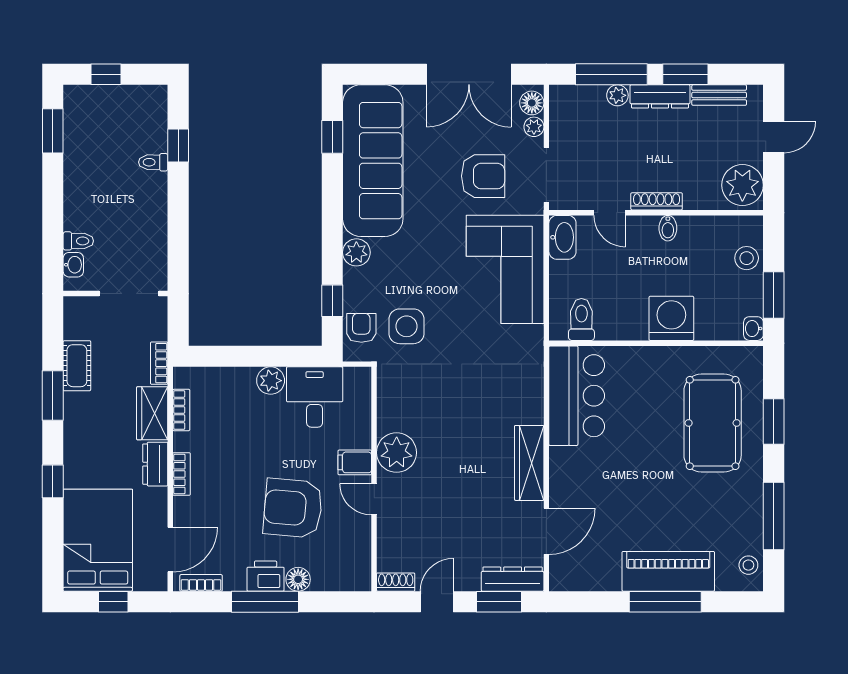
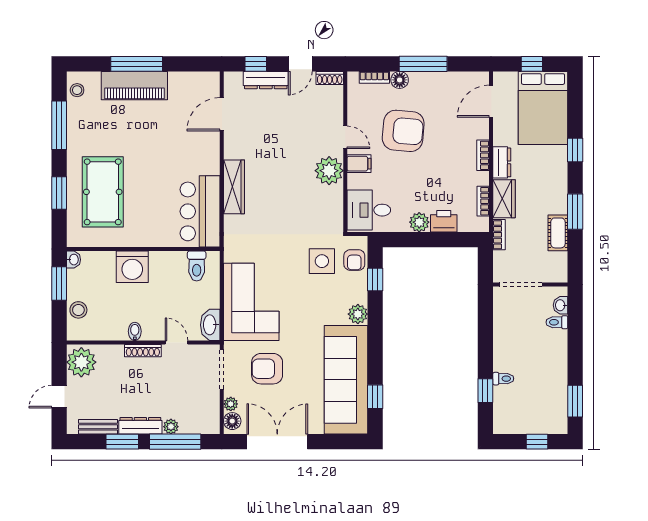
desk: (315, 397) -> (369, 210), moved, turned 90
wardrobe: (529, 463) -> (234, 187), moved
printer: (266, 576) -> (444, 221), moved, turned 180
dresser: (513, 579) -> (266, 80), moved
bookcase: (201, 583) -> (374, 77), moved
window: (499, 602) -> (256, 64), width x0.67

